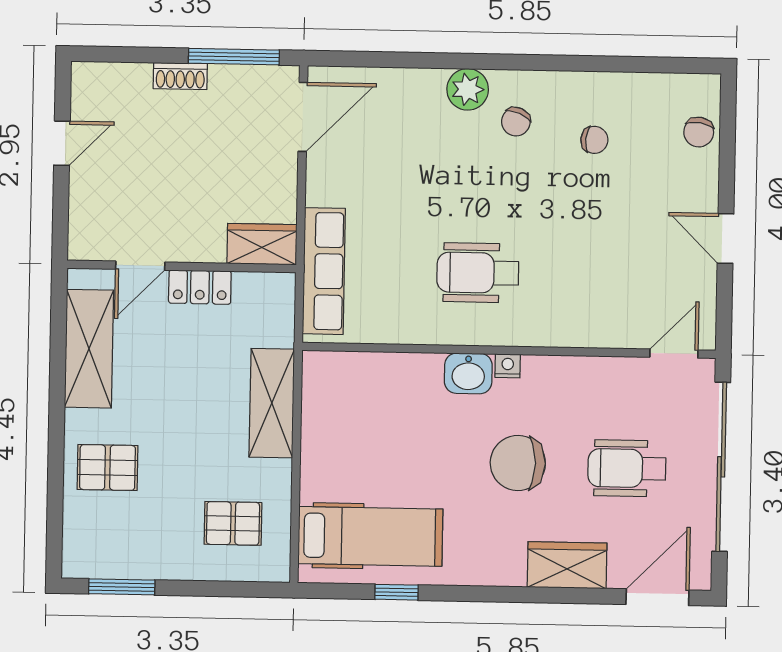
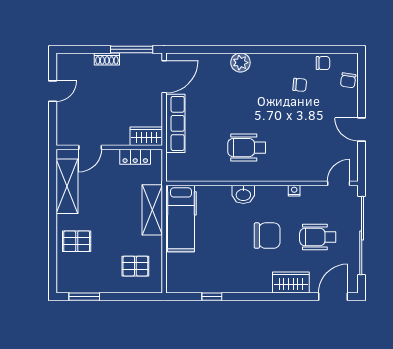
chair: (516, 122) -> (323, 63), moved, turned -113
row of seats: (324, 271) -> (175, 123), moved
locker: (200, 287) -> (135, 157), moved
nightstand: (508, 366) -> (294, 191), moved
chair: (518, 463) -> (267, 236), turned 180
hospital bed: (370, 536) -> (181, 218), moved, turned 90

